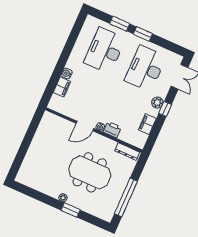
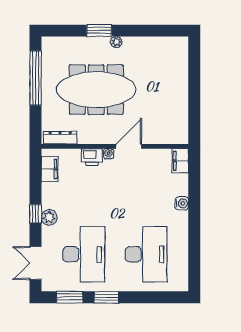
window: (120, 24) -> (70, 297), moved
filing cabinet: (62, 87) -> (180, 161), moved
filing cabinet: (147, 124) -> (50, 169), moved
meeting table: (90, 172) -> (96, 90), width x1.36

